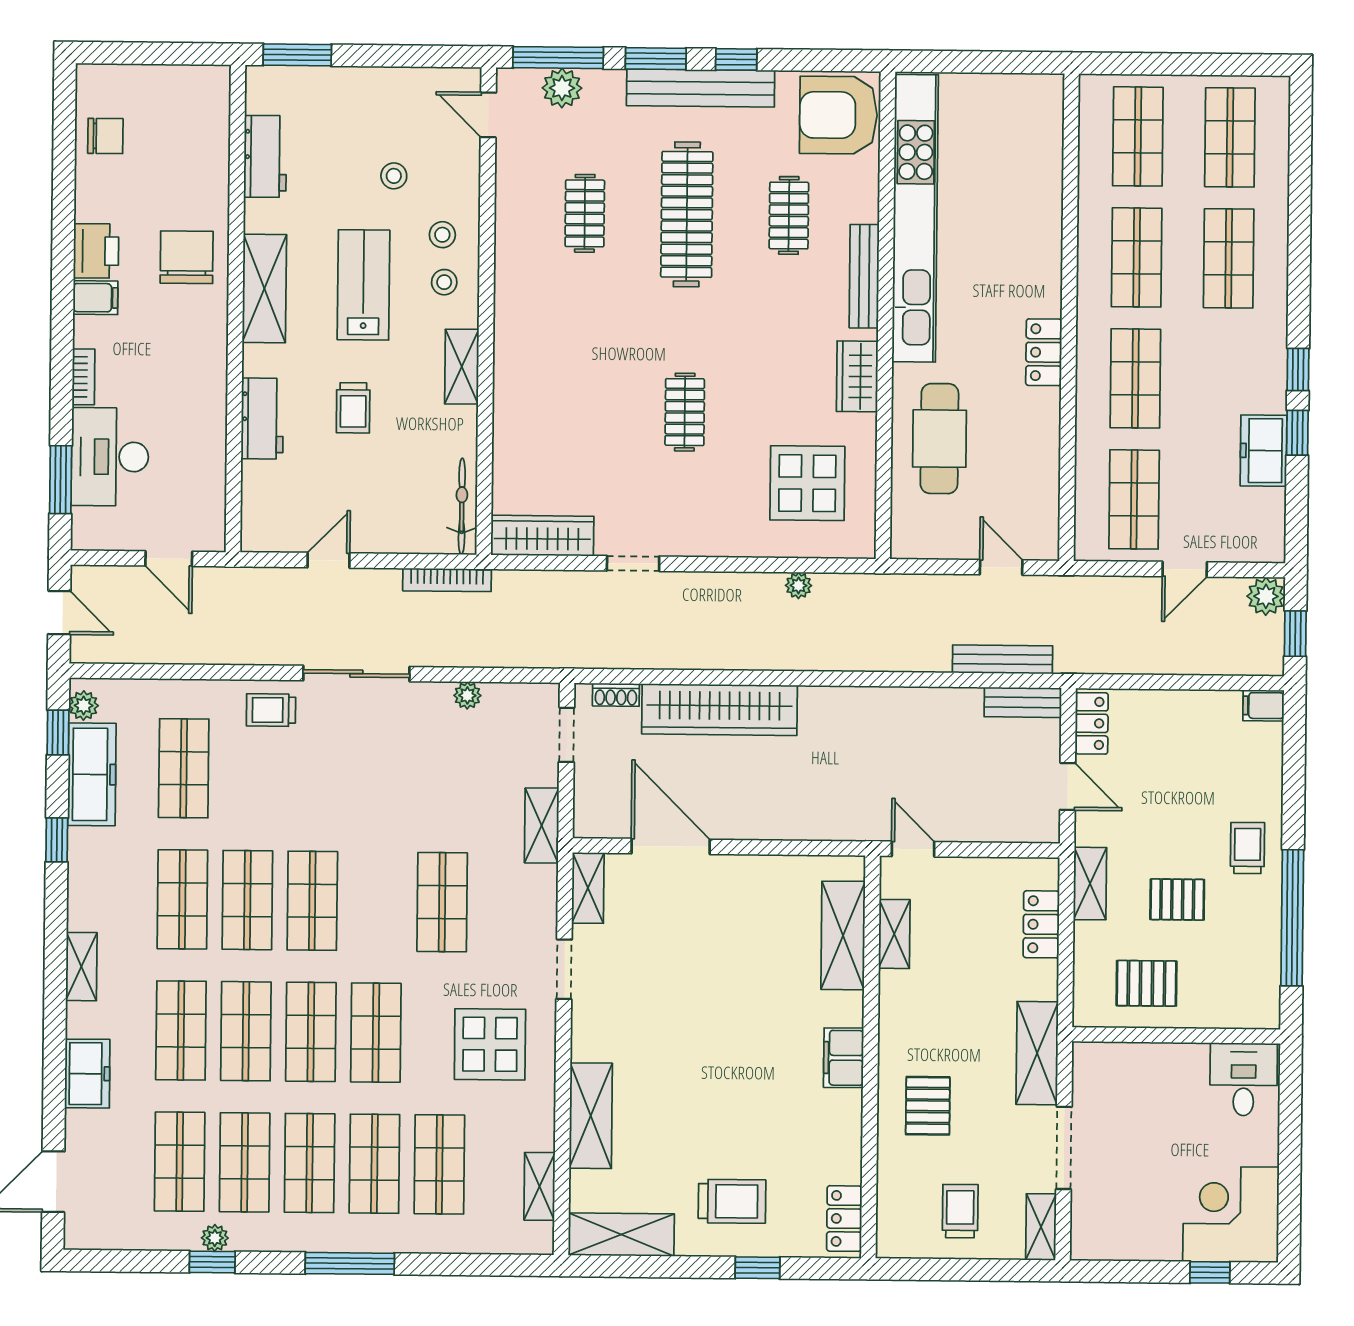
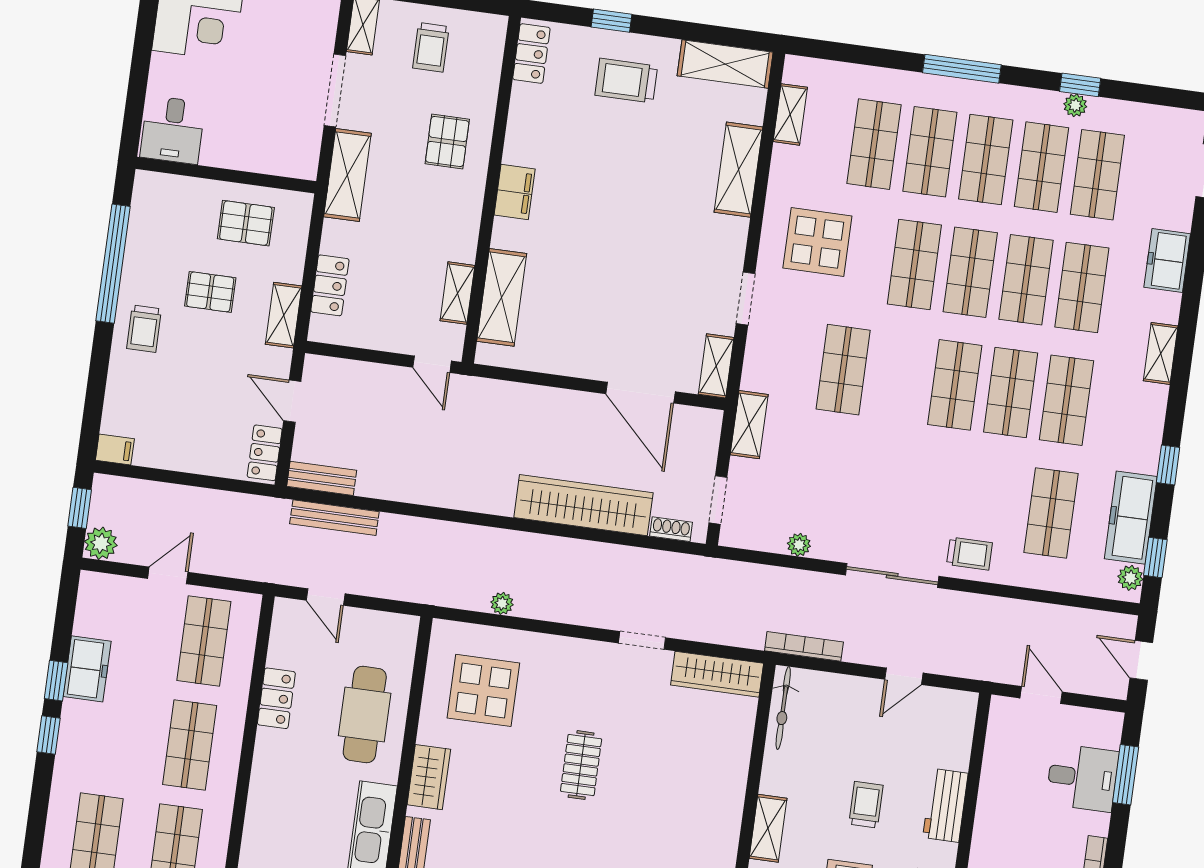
locker: (1044, 352) -> (276, 698), moved
desk: (110, 457) -> (1082, 778), width x0.73

